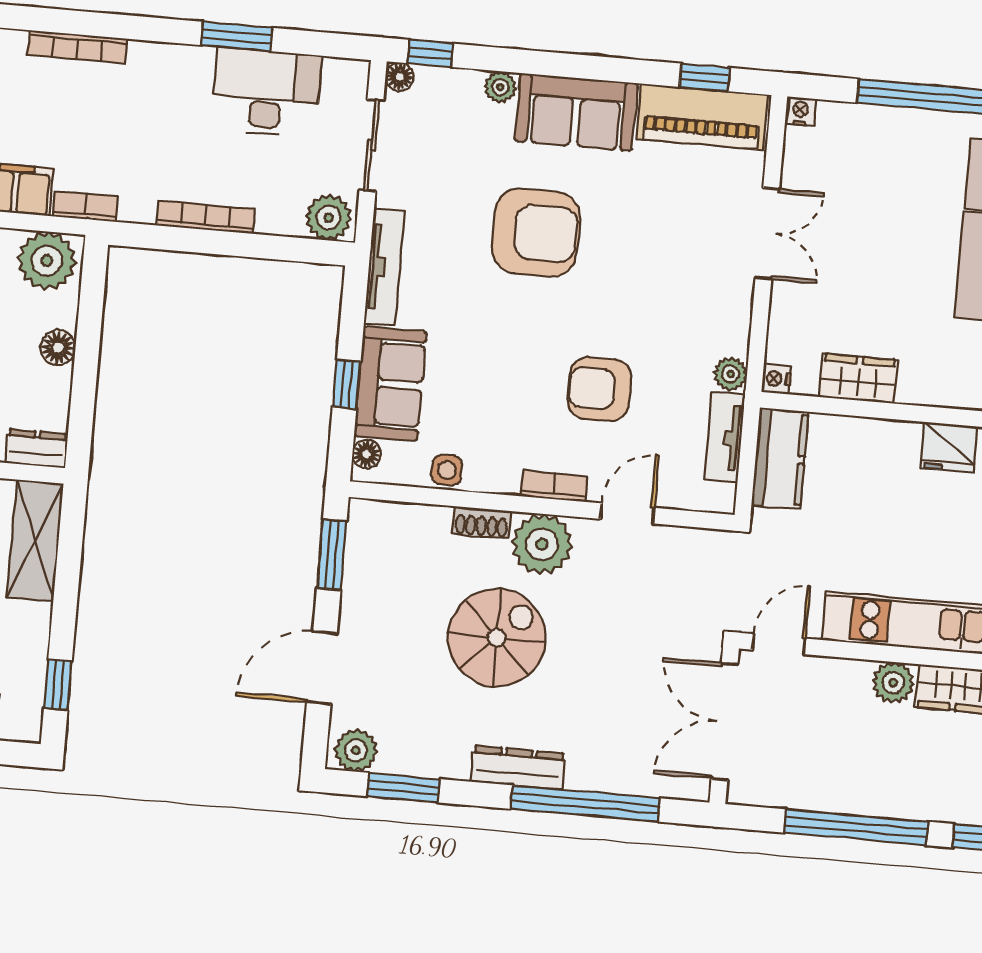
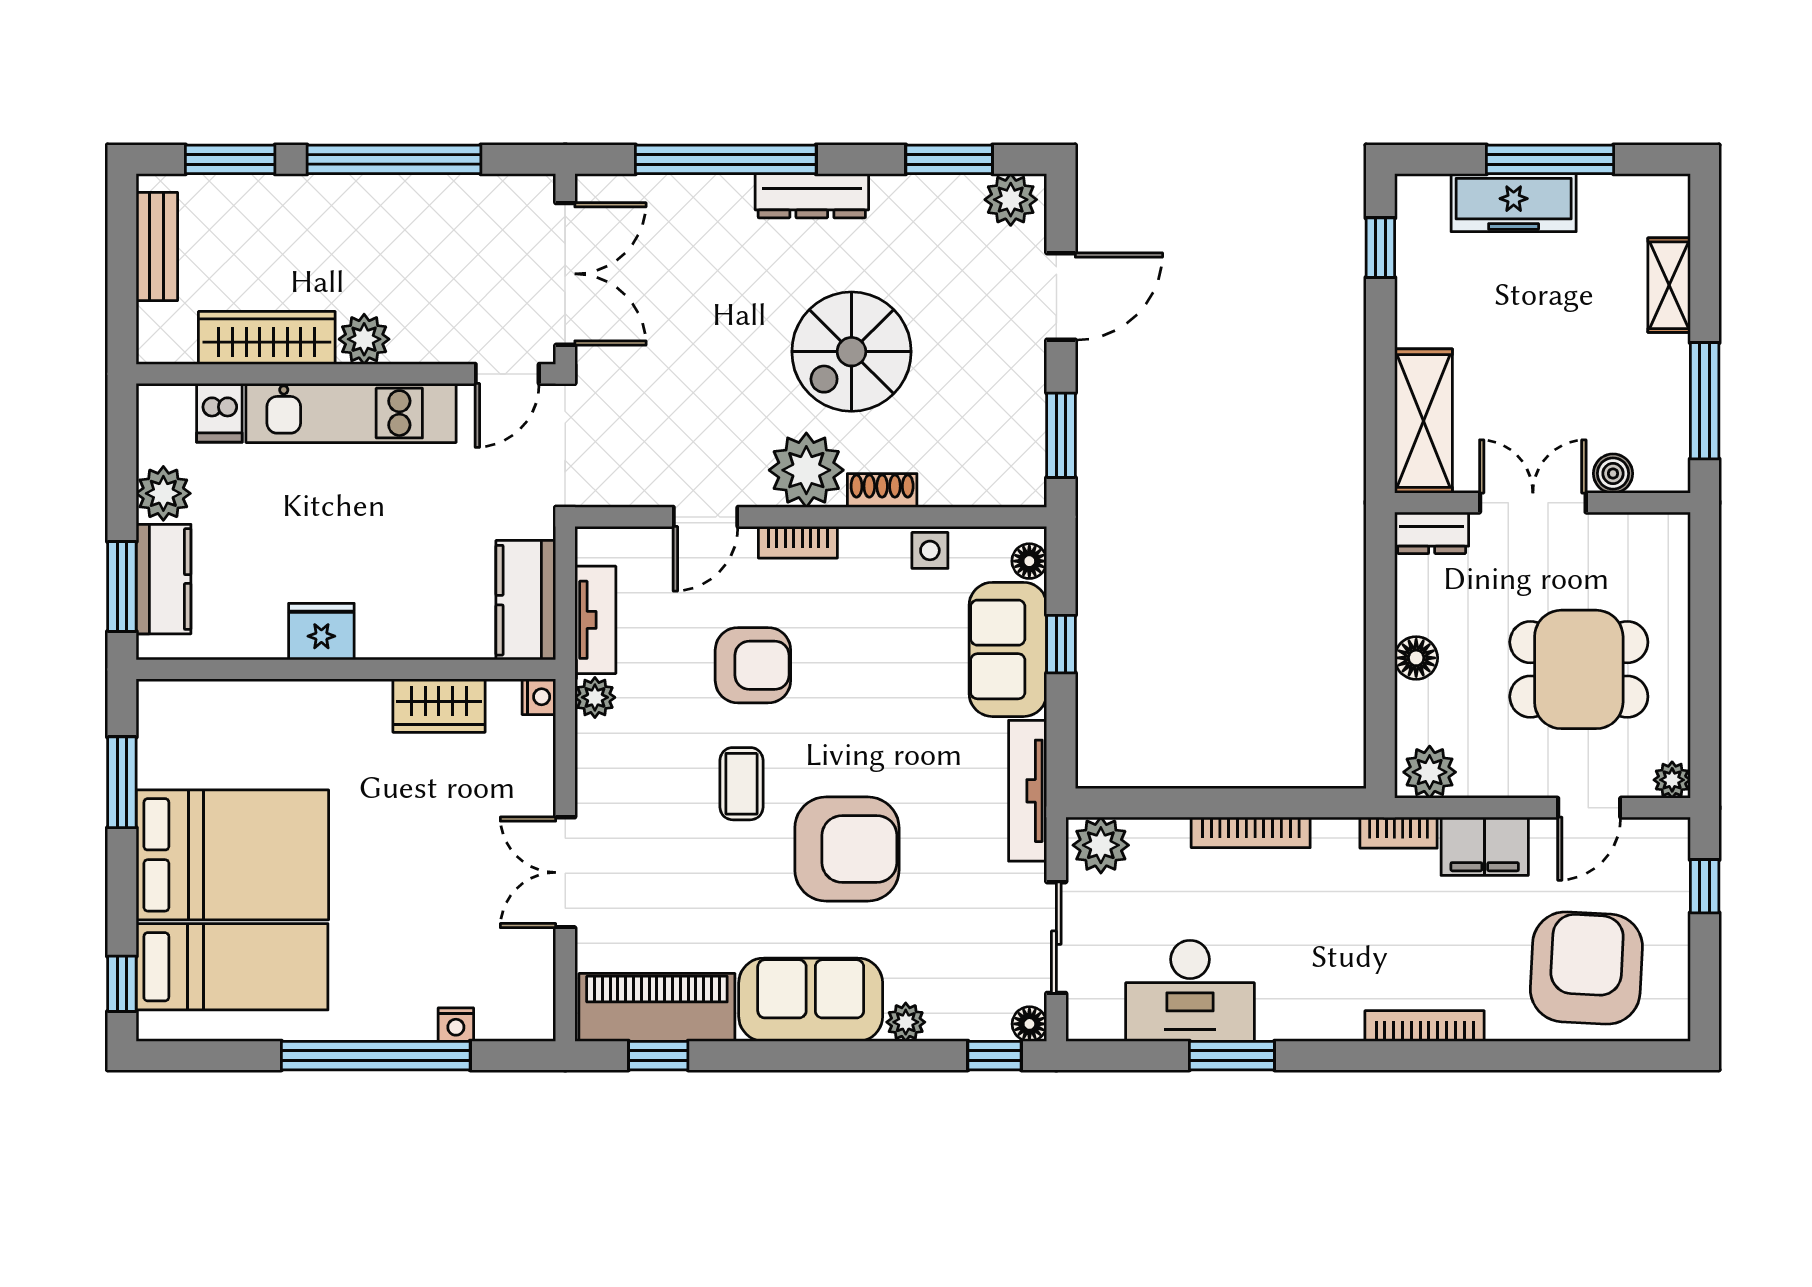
nightstand: (800, 111) -> (456, 1025), moved
armchair: (536, 232) -> (847, 849), turned 180
plant: (47, 261) -> (1430, 772), width x0.73, depth x0.73
coffee table: (617, 293) -> (741, 784), added

